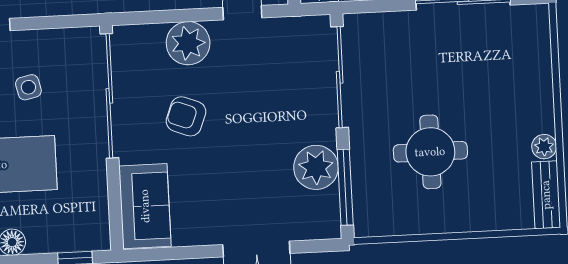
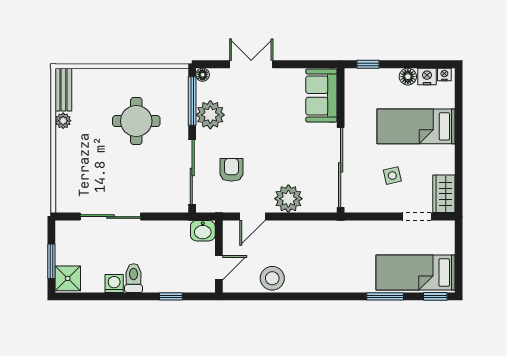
armchair: (186, 116) -> (231, 170), moved, turned -111
floor lamp: (331, 229) -> (203, 75), added

